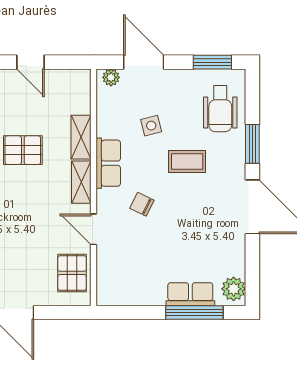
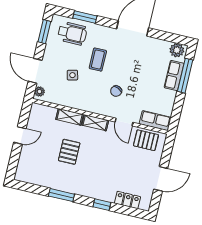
door: (144, 62) -> (35, 71), hinge flipped
window: (252, 144) -> (85, 17), moved
row of seats: (108, 163) -> (155, 121), moved
door: (93, 229) -> (124, 122), hinge flipped

